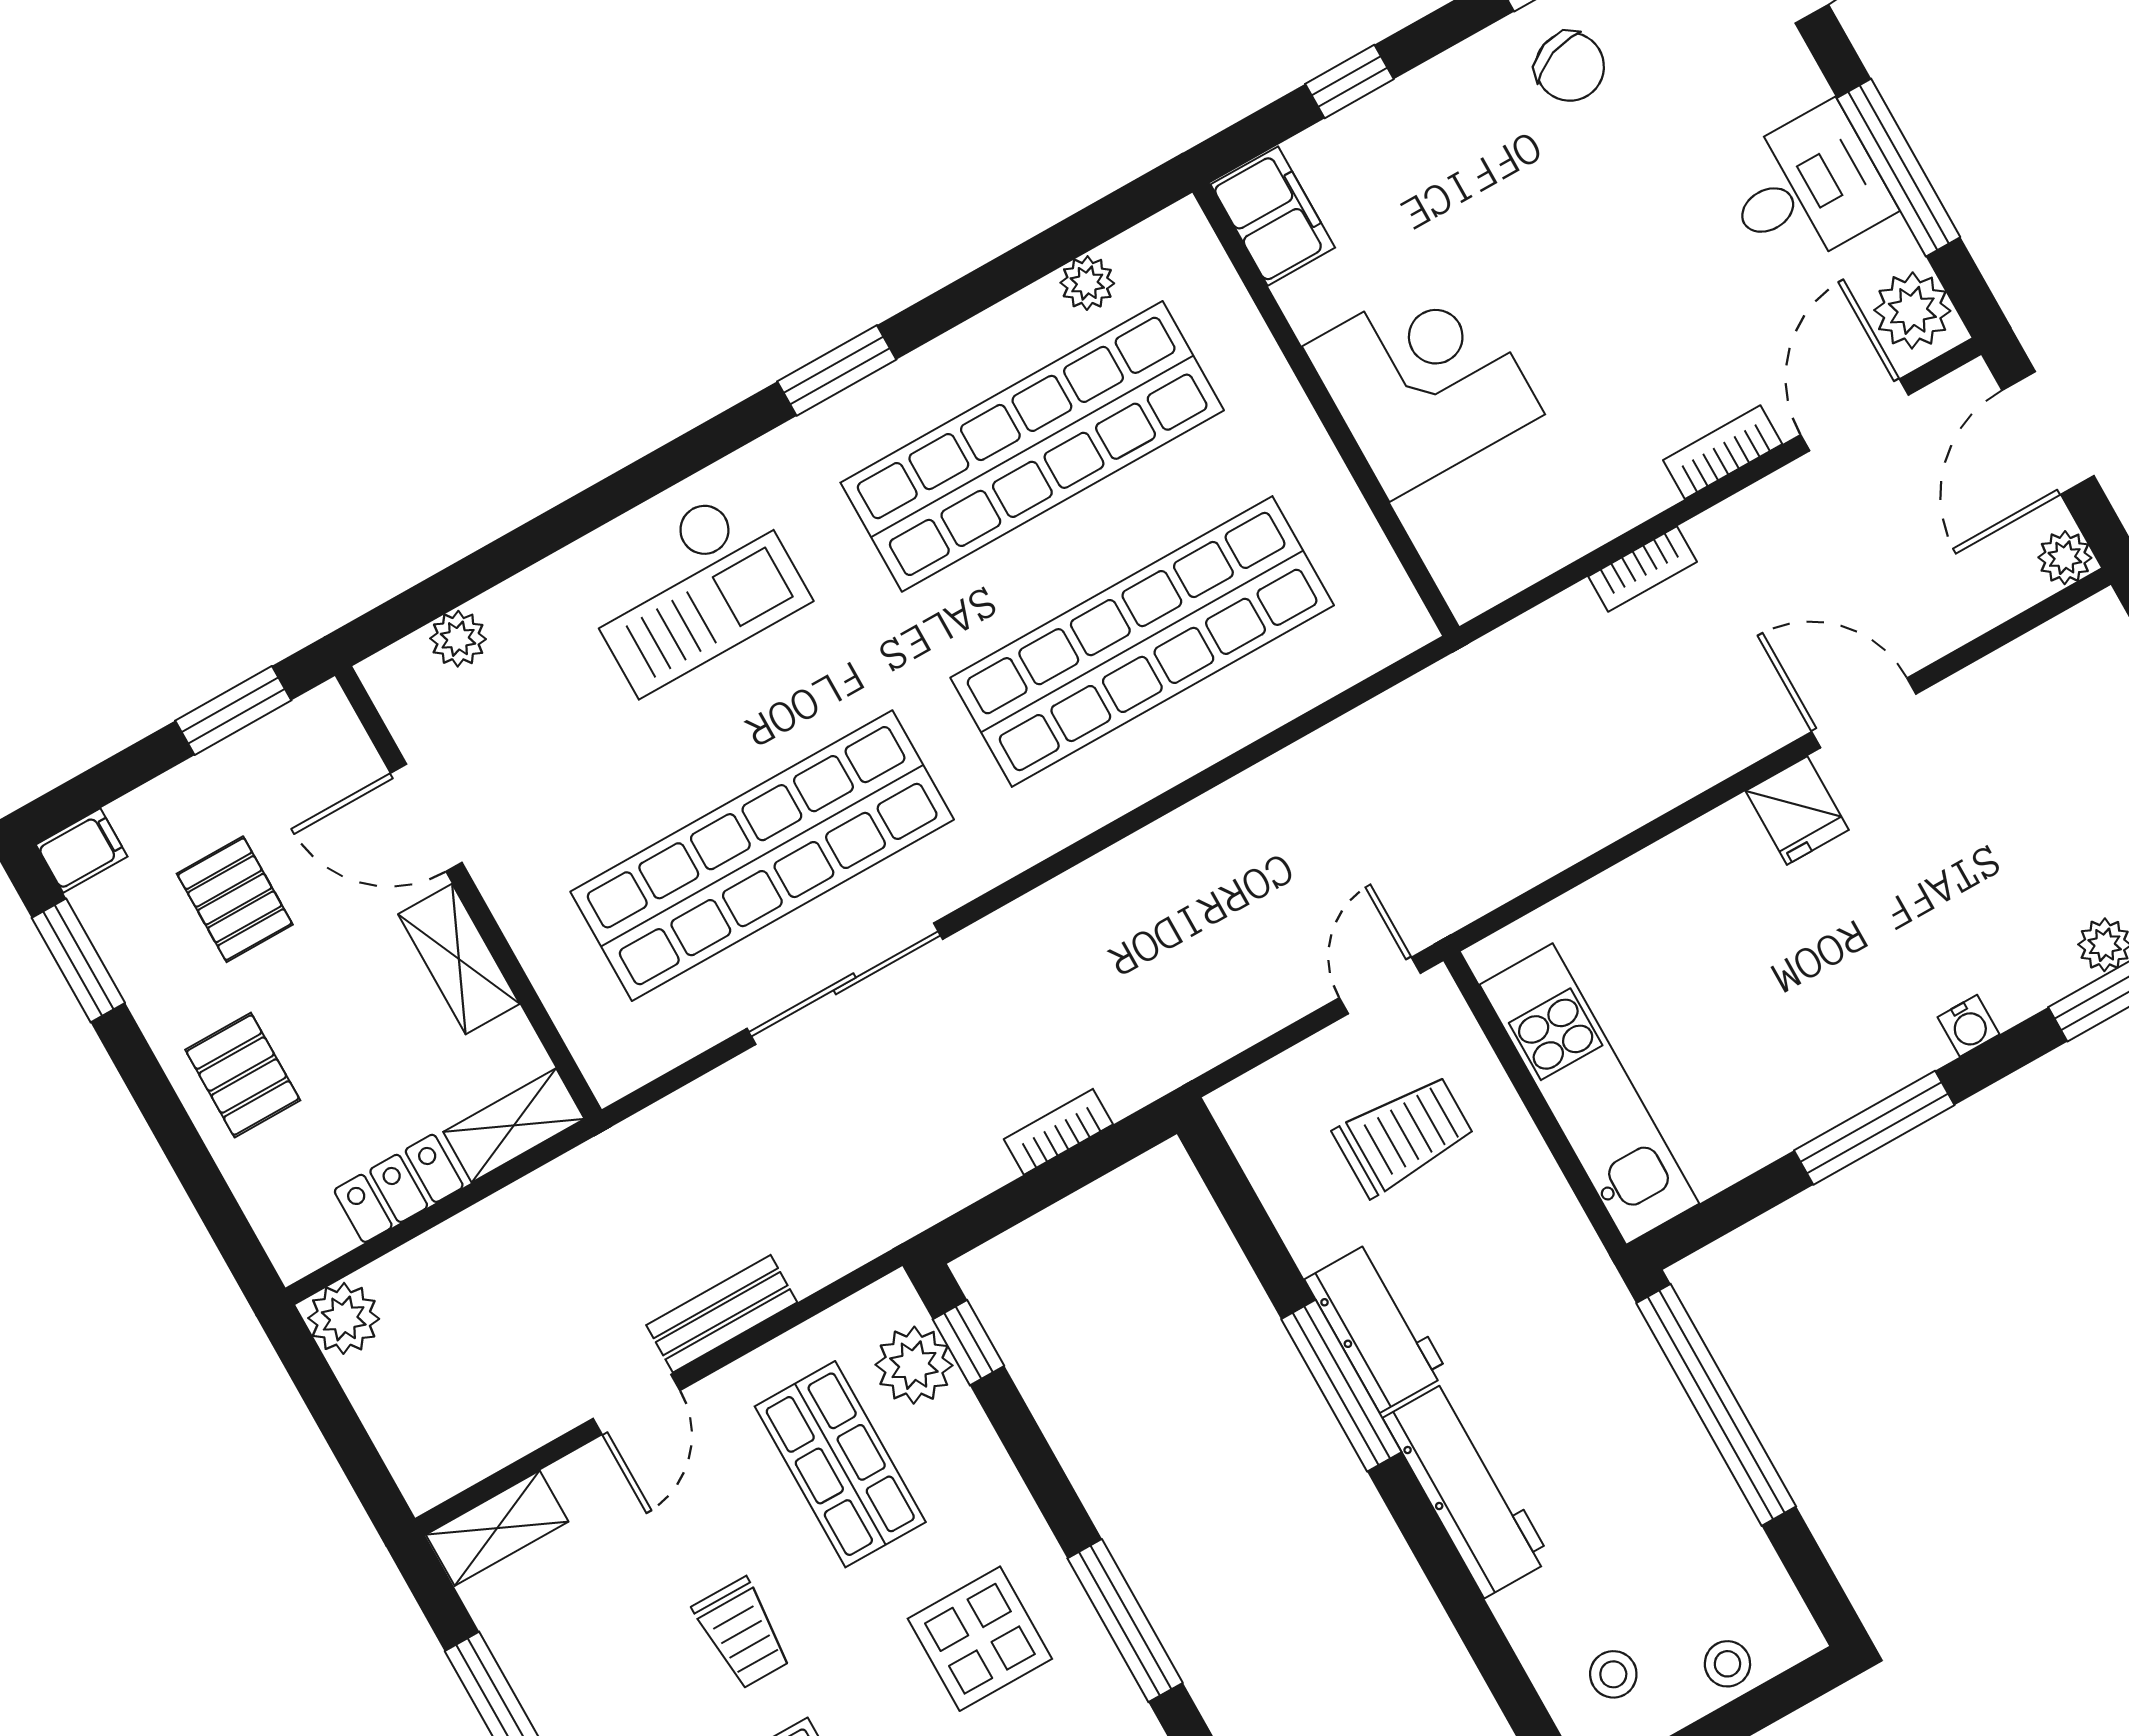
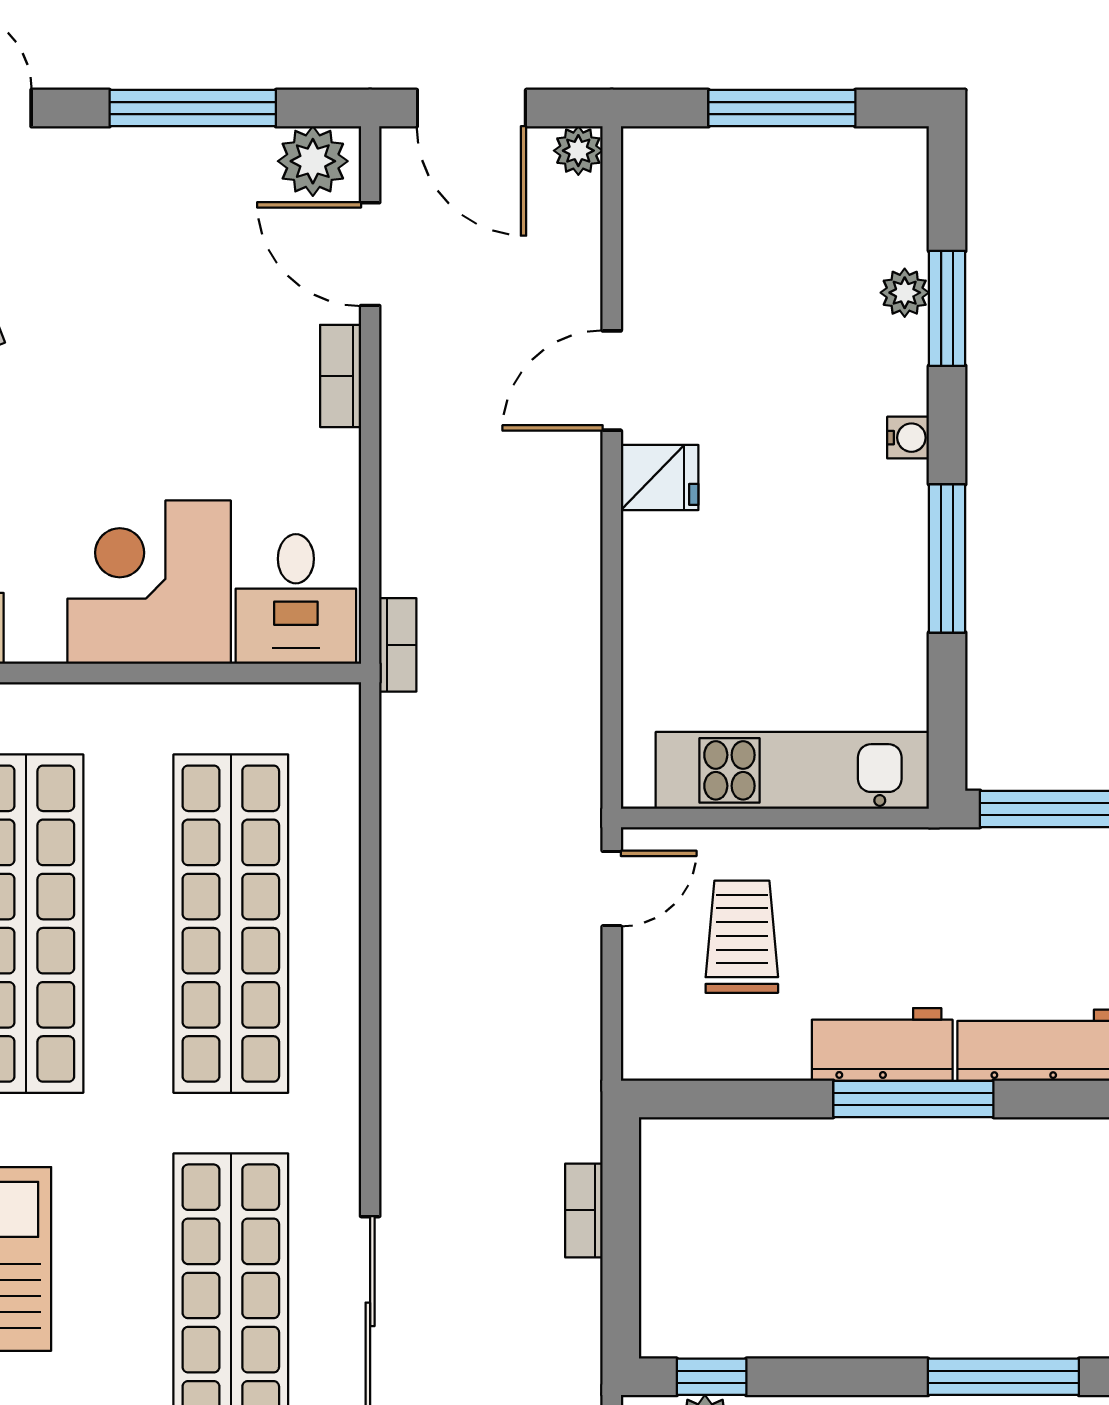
desk: (1806, 188) -> (296, 599), moved, turned 180
bookcase: (1643, 569) -> (398, 645), moved
door: (1380, 986) -> (612, 889), swing flipped

